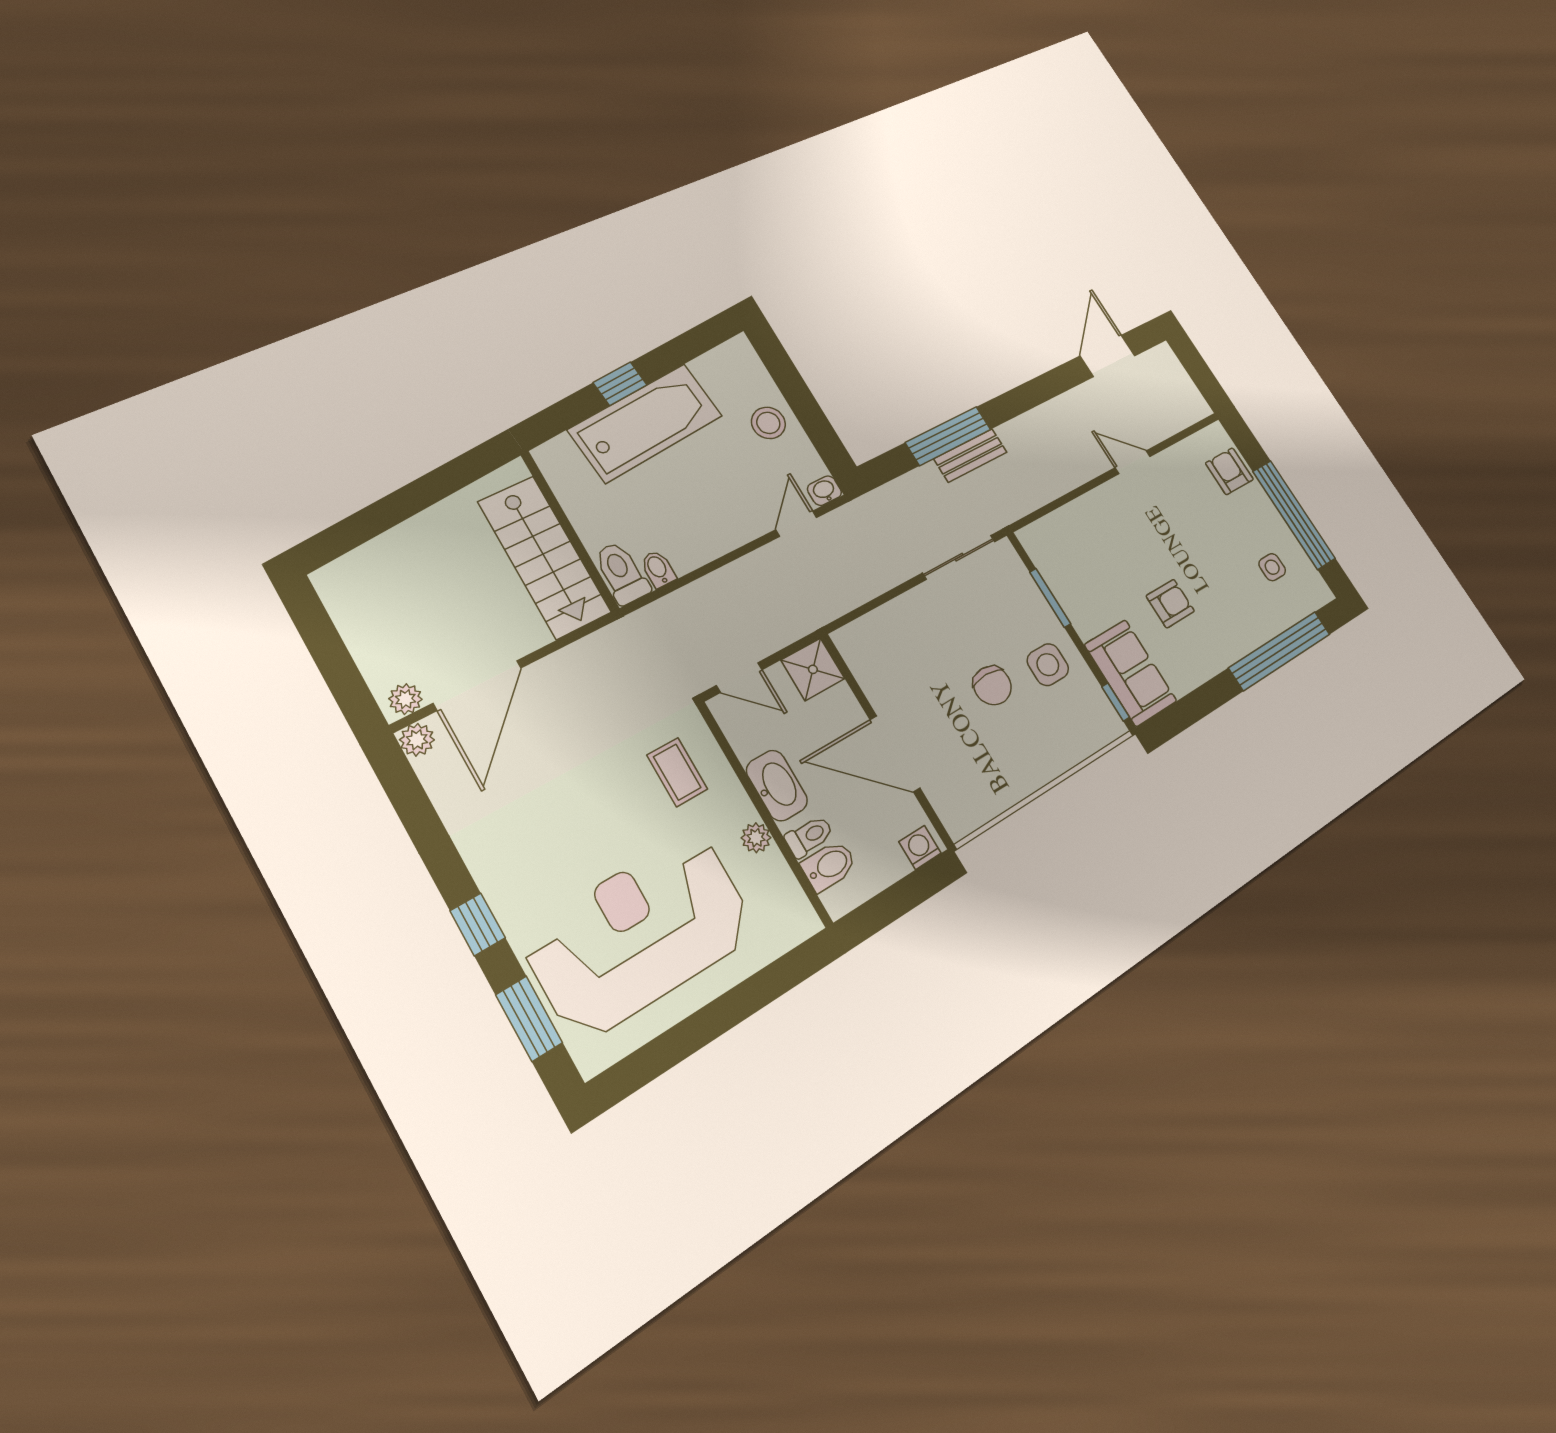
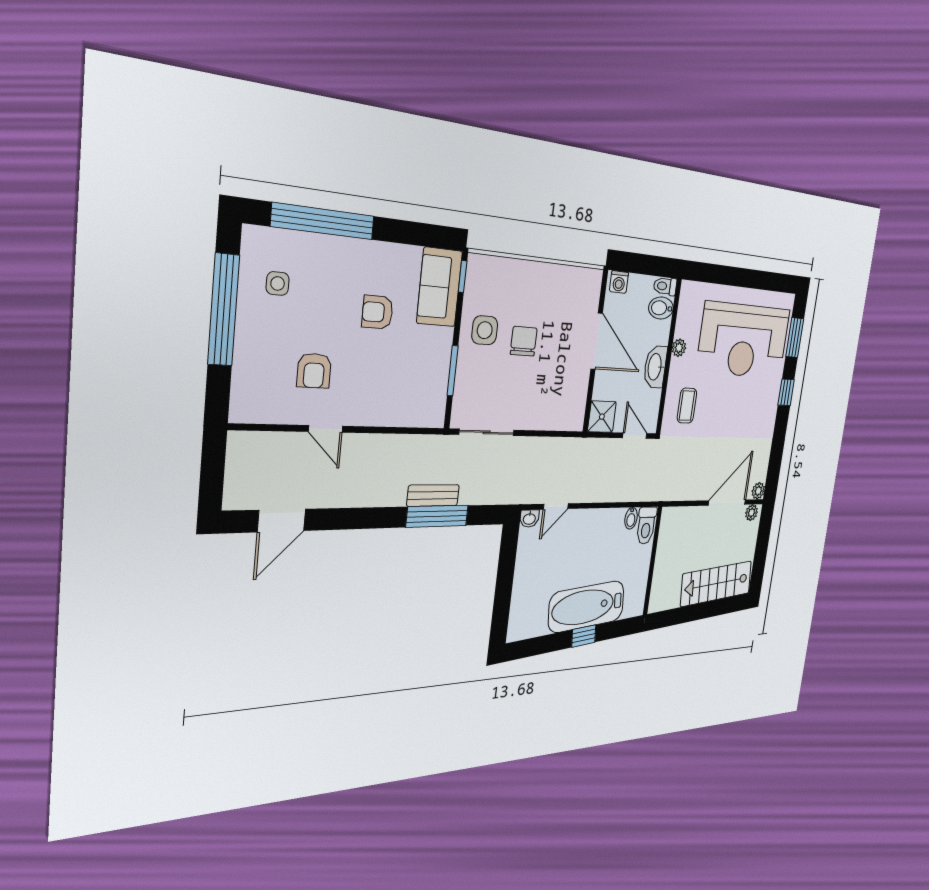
stool: (768, 423) -> (530, 577), removed
armchair: (1229, 471) -> (314, 371), moved
stairs: (544, 557) -> (716, 584), moved, turned -95
toilet: (809, 836) -> (665, 286), moved

